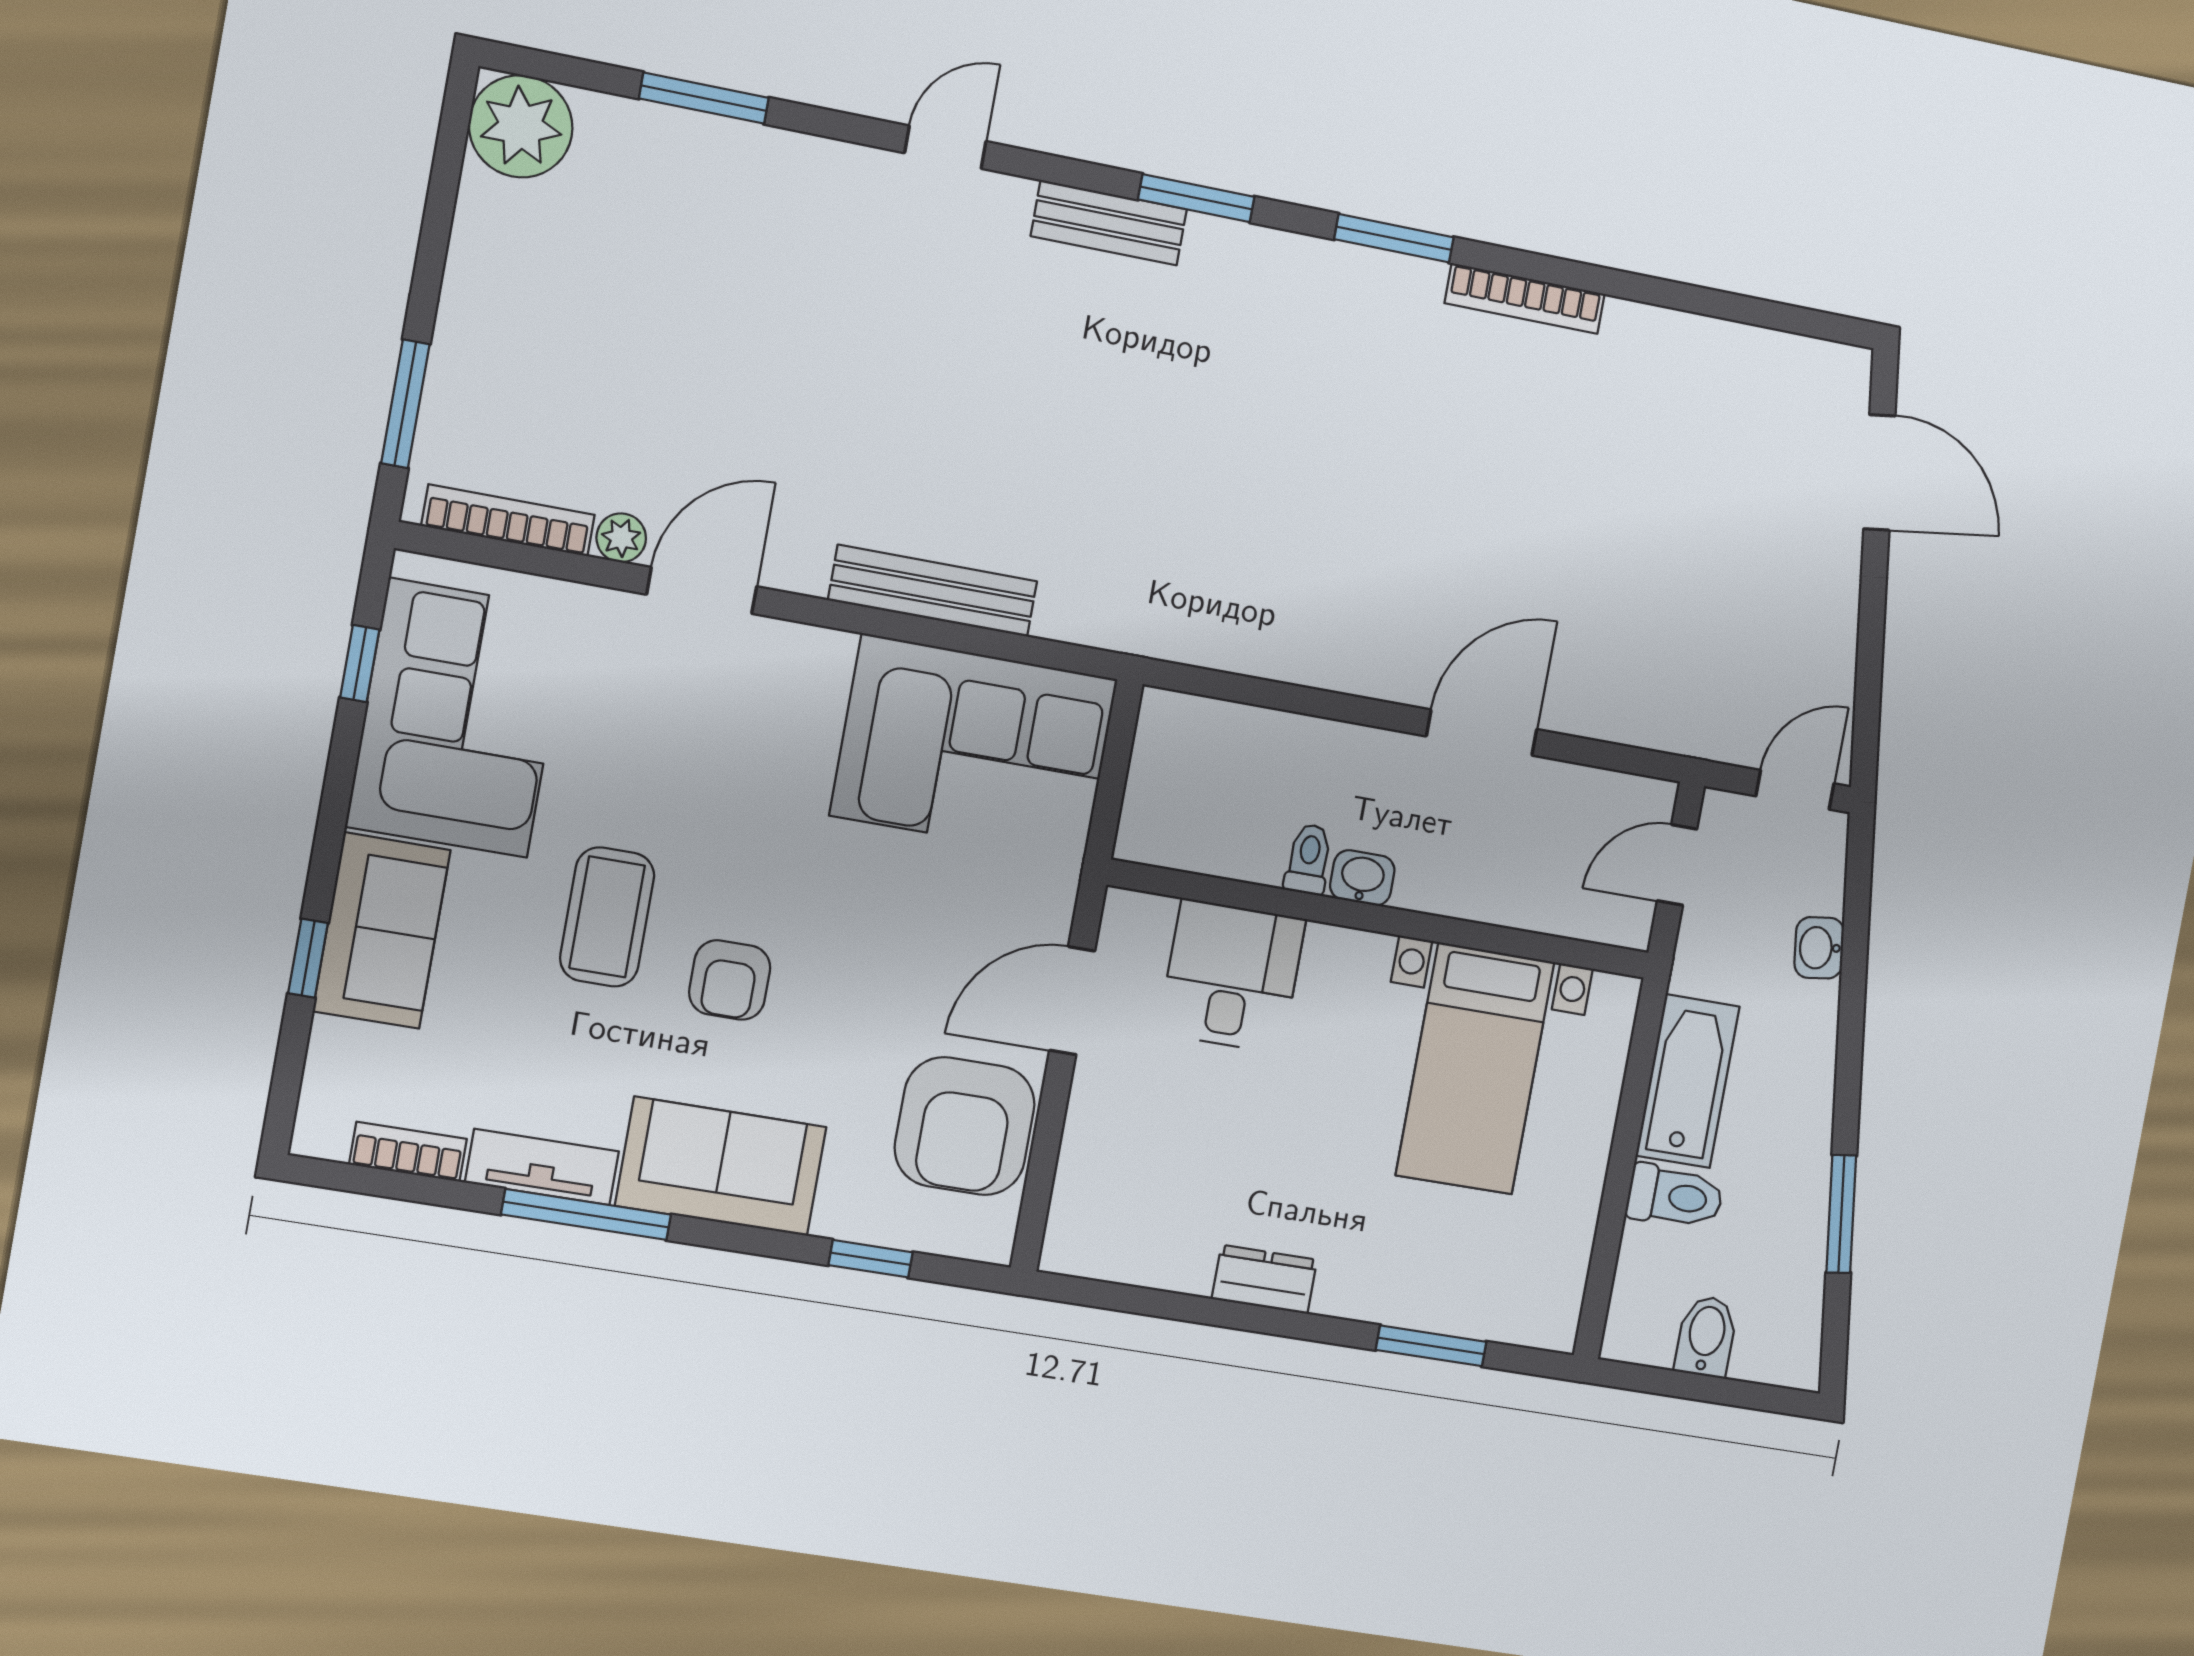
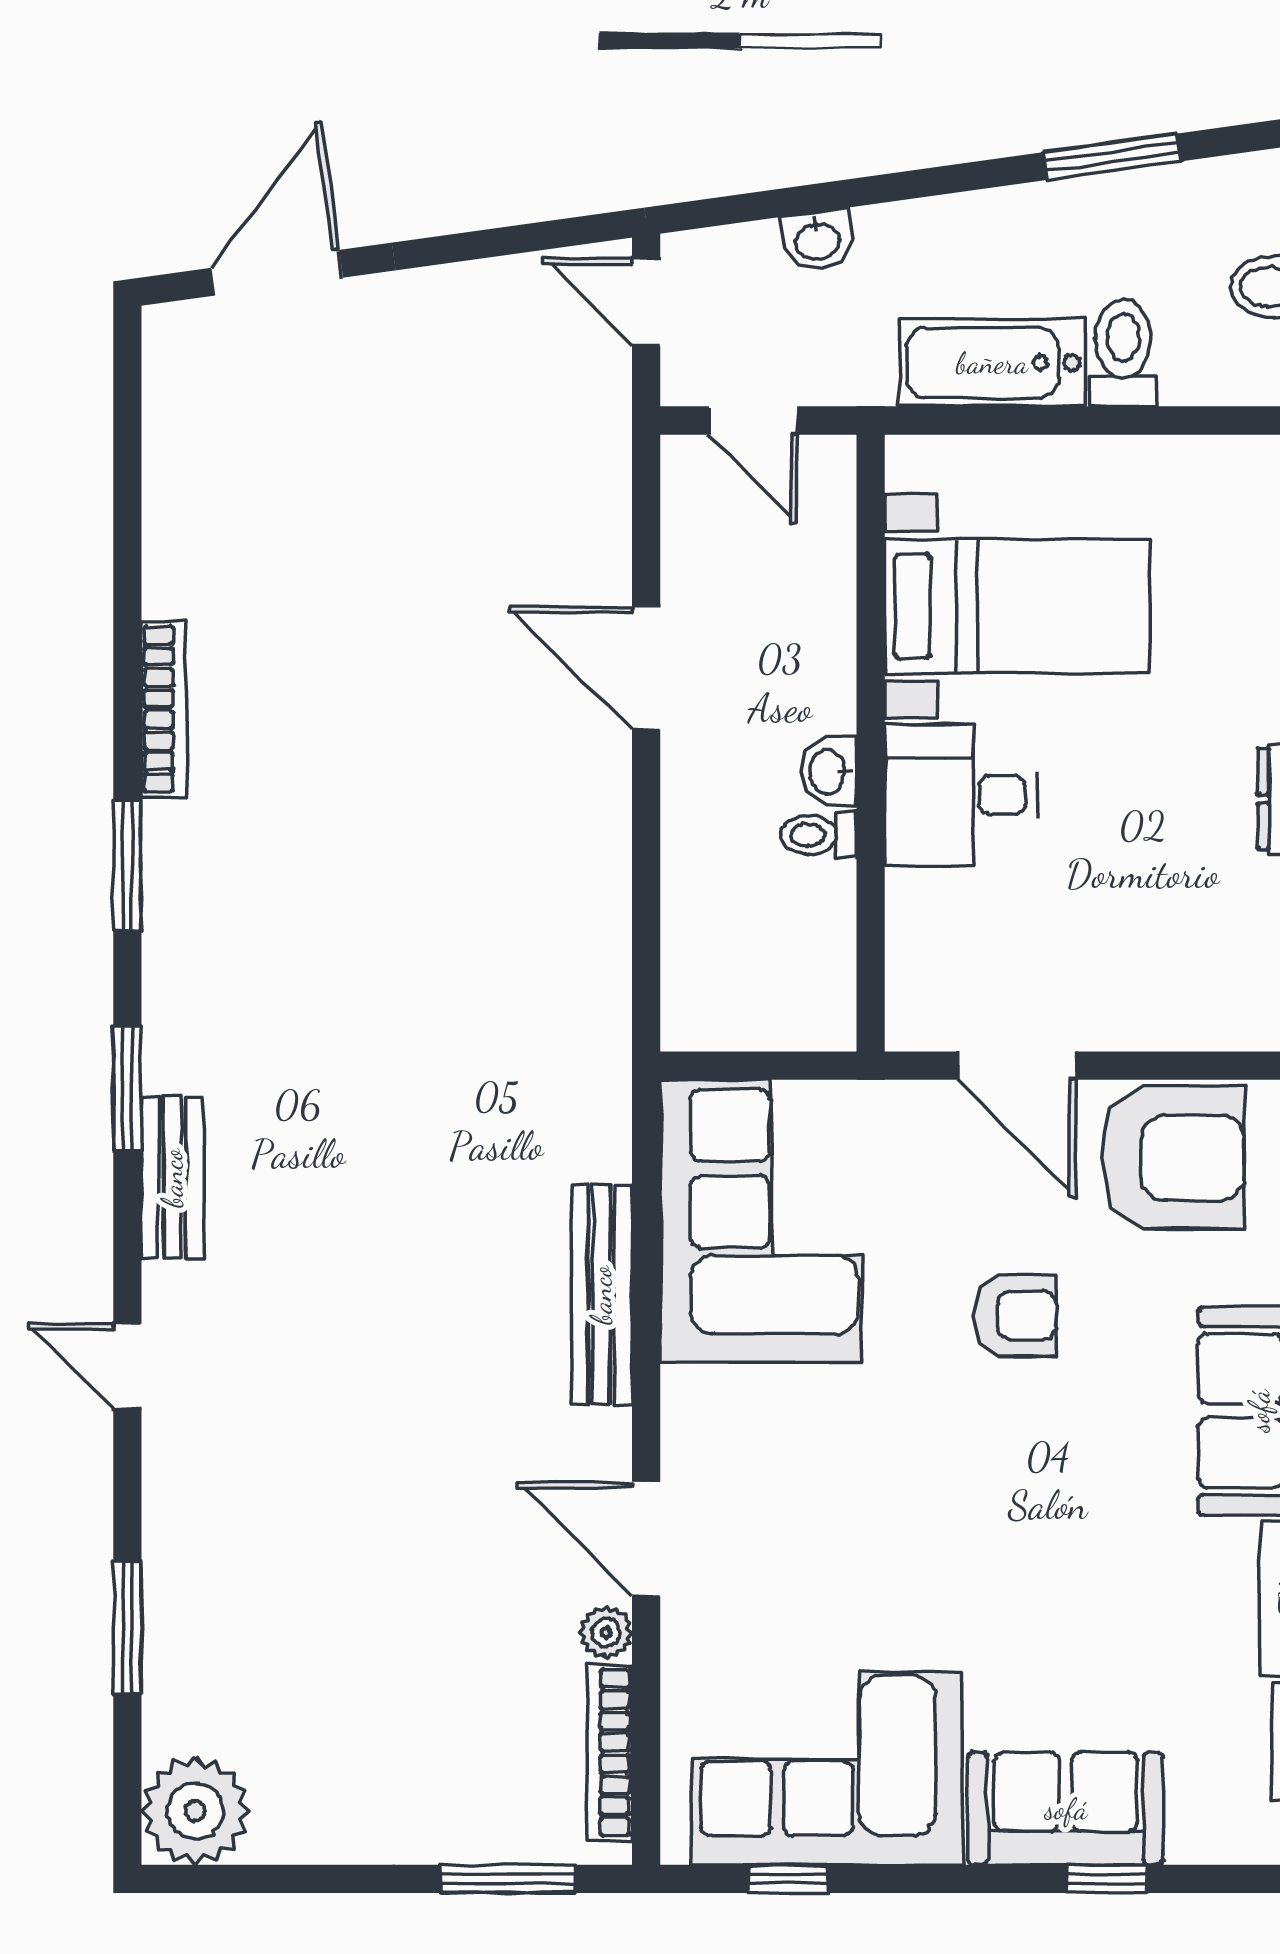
coffee table: (607, 917) -> (1011, 1577), removed
desk: (1232, 976) -> (961, 795), moved
armchair: (730, 980) -> (1015, 1316), moved

